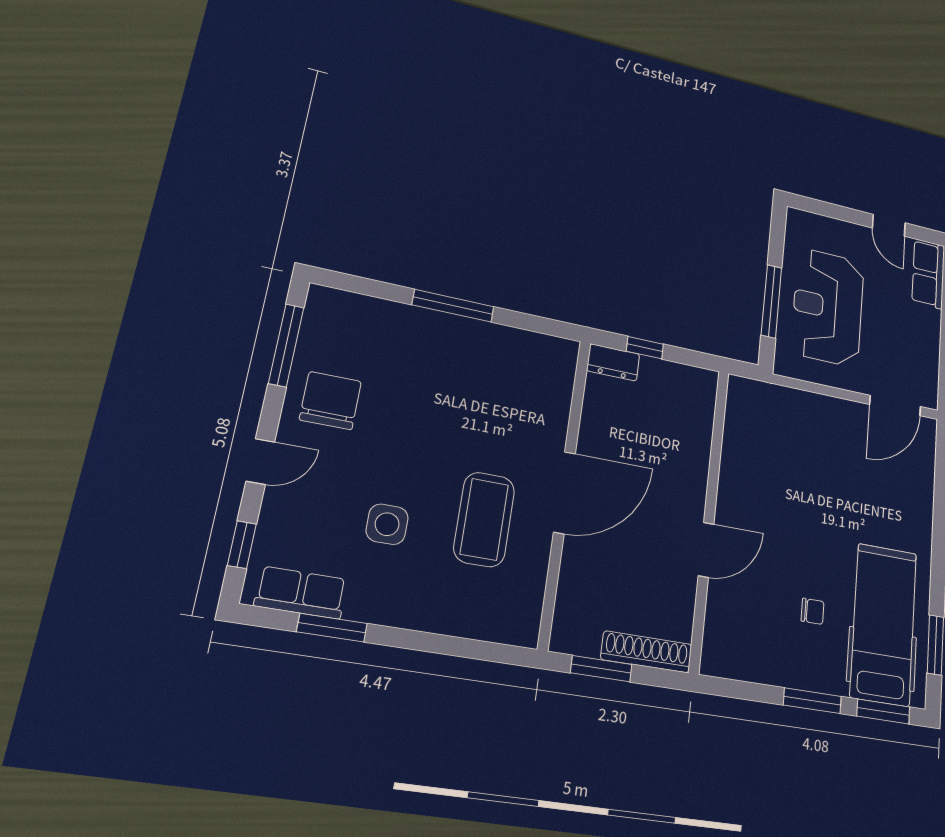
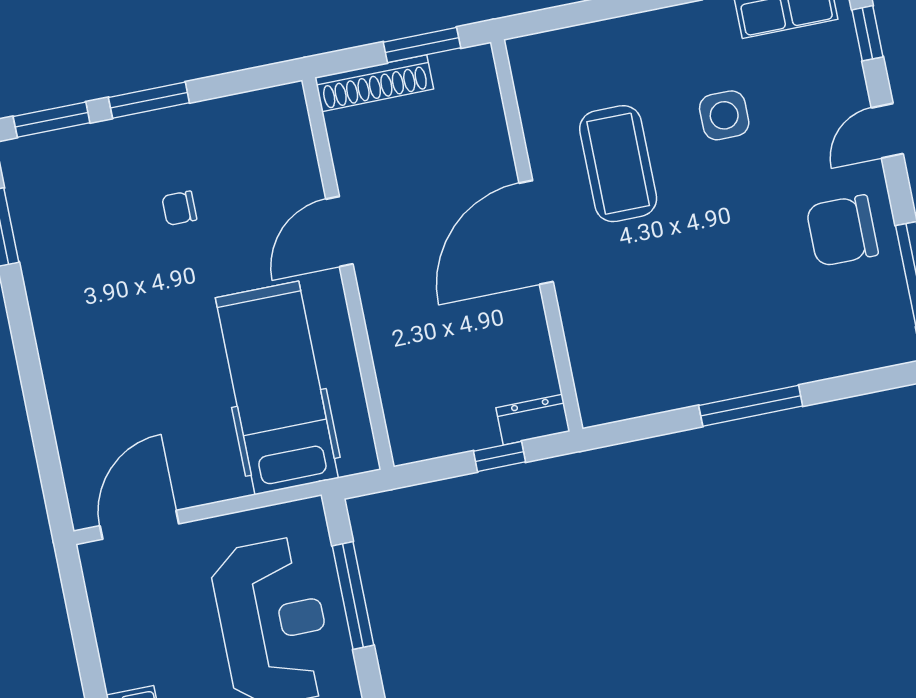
chair: (330, 401) -> (842, 231), turned 90
hospital bed: (884, 624) -> (277, 388), moved, turned 180

